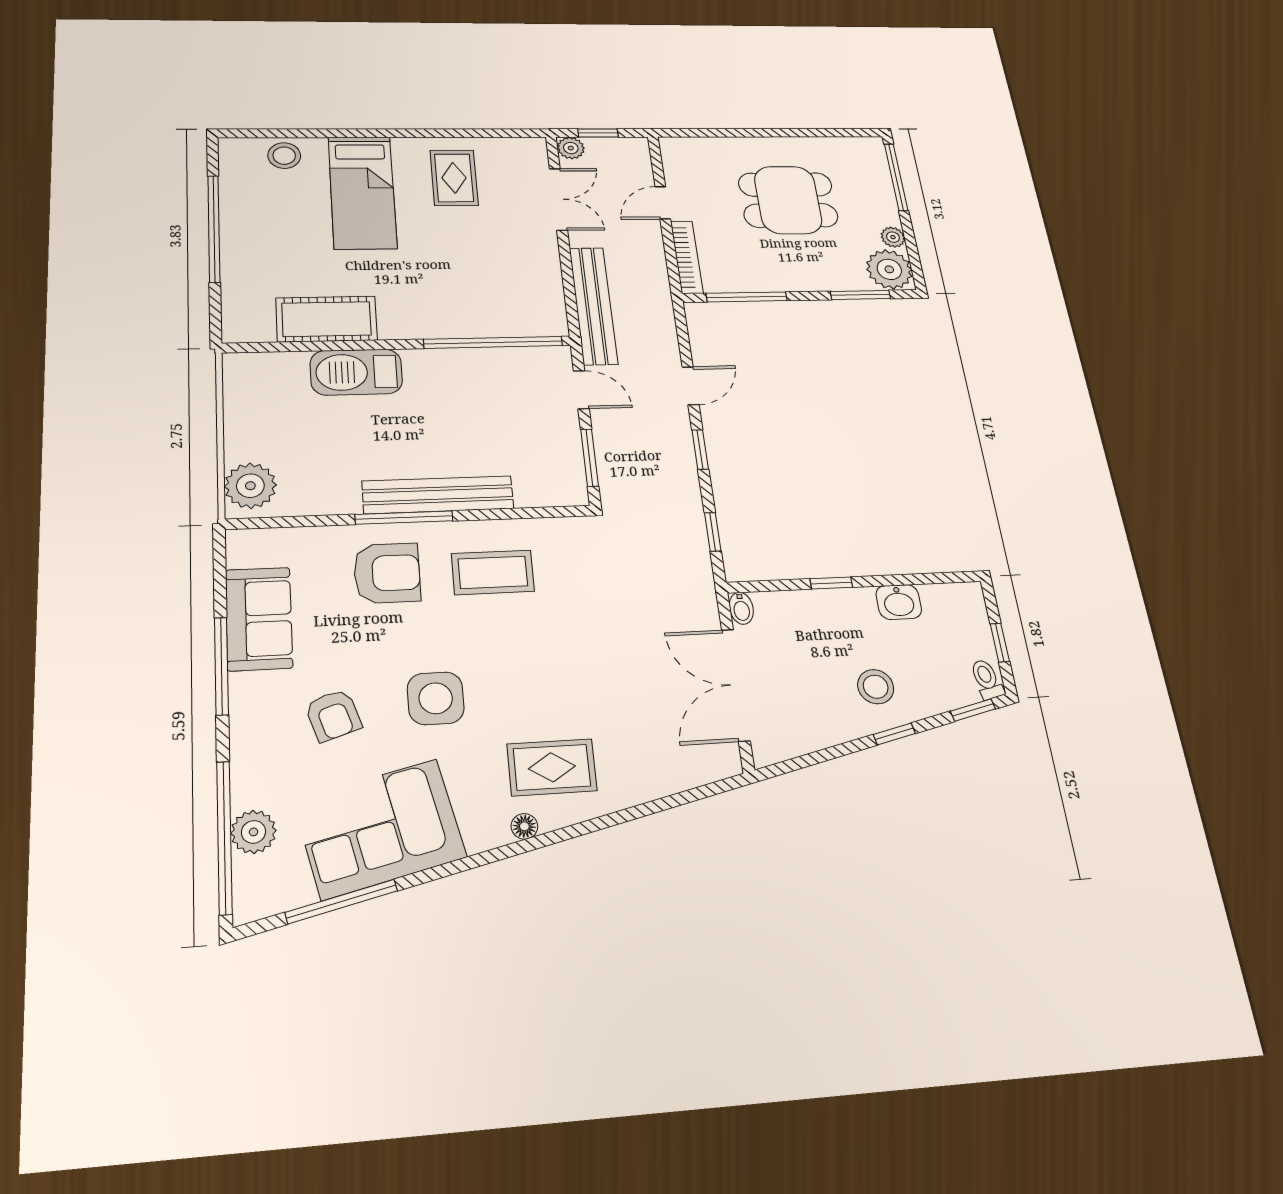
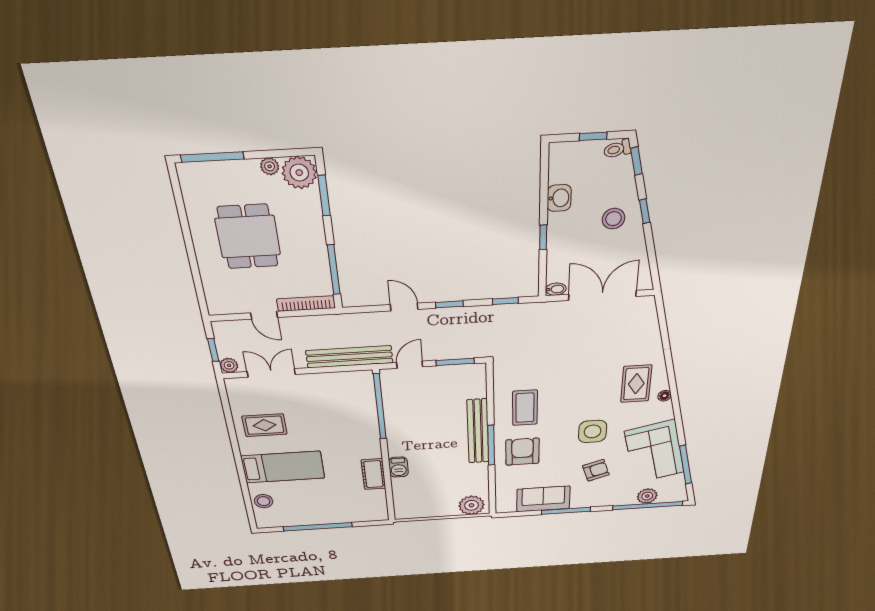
cot: (326, 319) -> (373, 474), width x0.73, depth x0.75
barbecue: (356, 372) -> (398, 467), width x0.53, depth x0.65
double door: (736, 685) -> (603, 295), swing flipped

